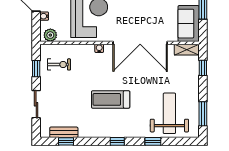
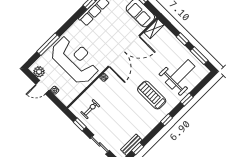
plant: (50, 35) -> (69, 97), removed
window: (203, 68) -> (182, 39), moved
treadmill: (111, 99) -> (152, 95), moved, turned 90
weight bench: (169, 113) -> (180, 74), turned 90

